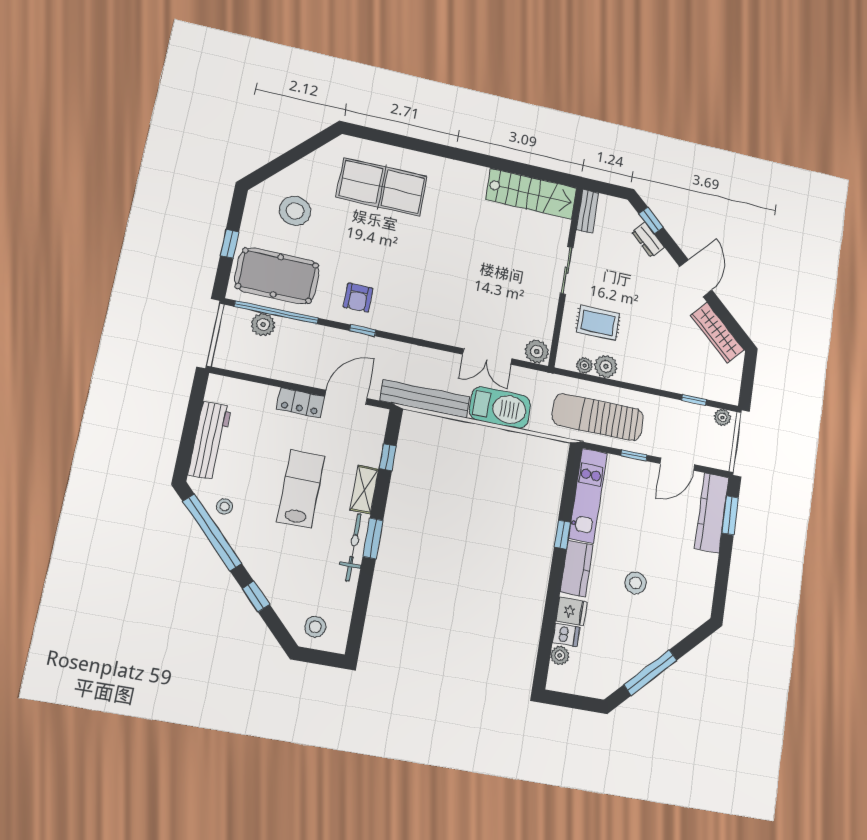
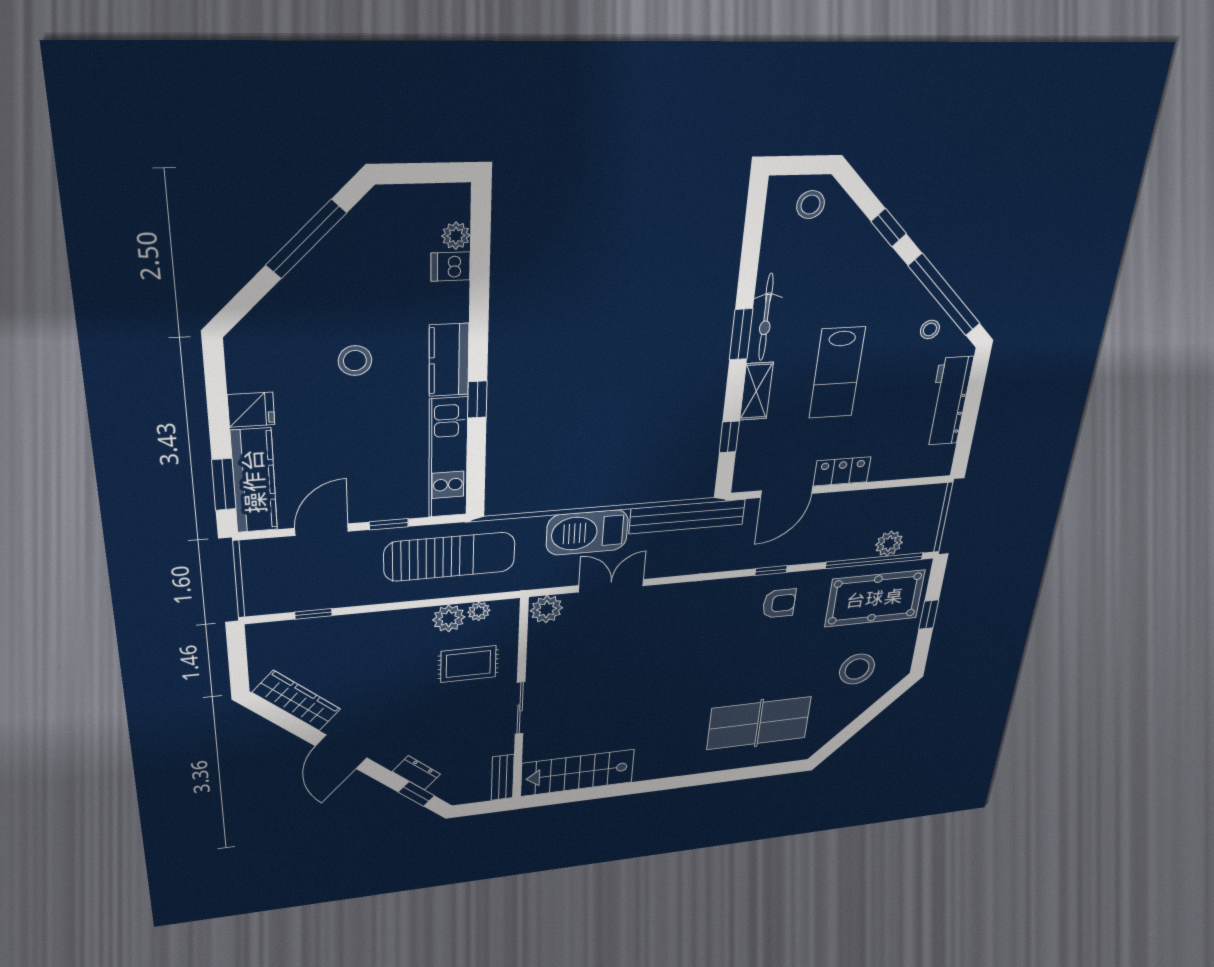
armchair: (358, 298) -> (779, 603), turned 90
plant: (722, 417) -> (266, 604), removed
fridge: (572, 611) -> (251, 410), moved, turned 180

